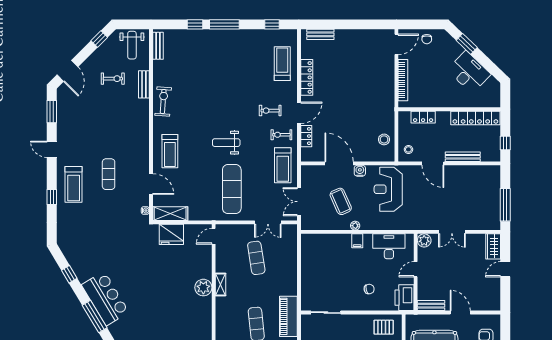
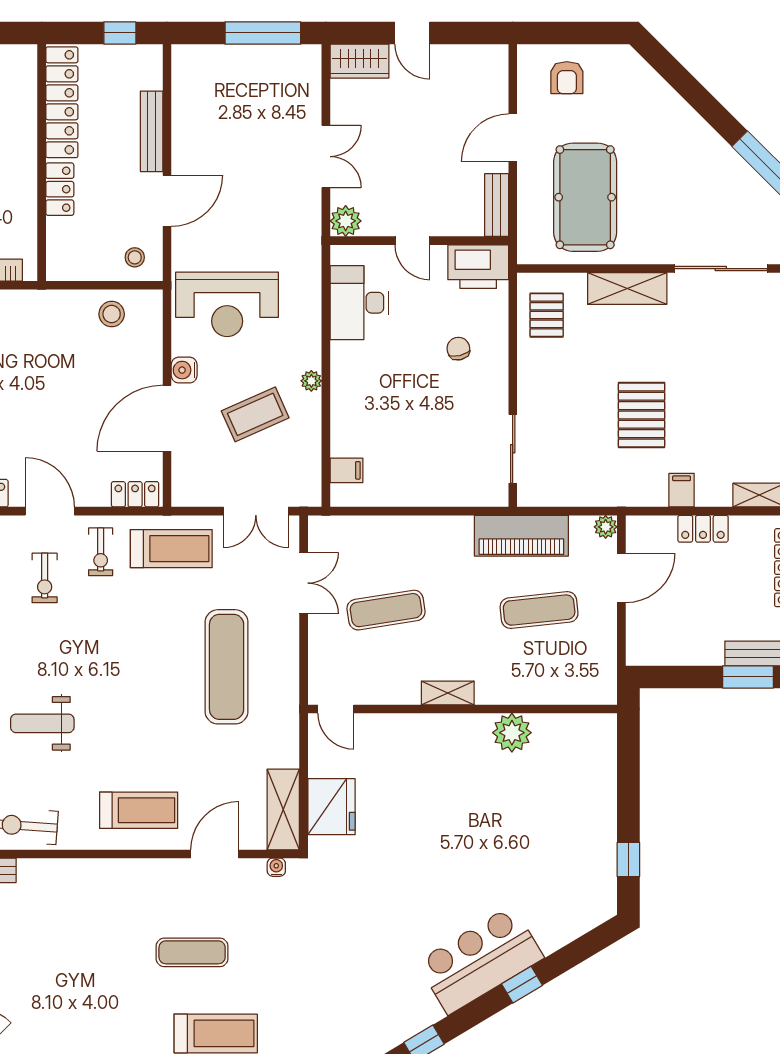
locker: (423, 117) -> (60, 189), moved
locker: (306, 136) -> (135, 494), moved
weight bench: (226, 143) -> (42, 723), moved, turned 90
exercise mat: (232, 189) -> (227, 667), turned 90
filing cabinet: (357, 241) -> (346, 470), moved
plant: (203, 288) -> (512, 733), moved
window: (95, 317) -> (522, 985), width x0.46

